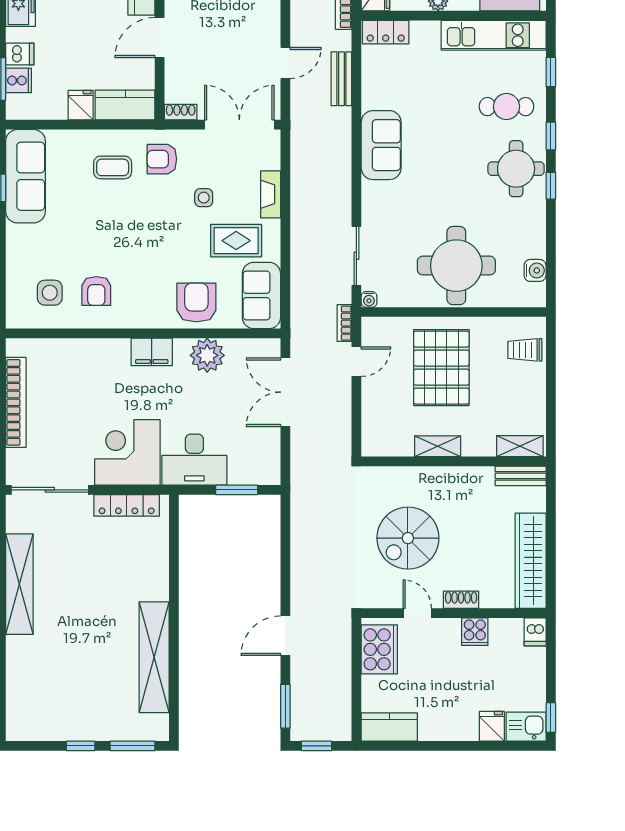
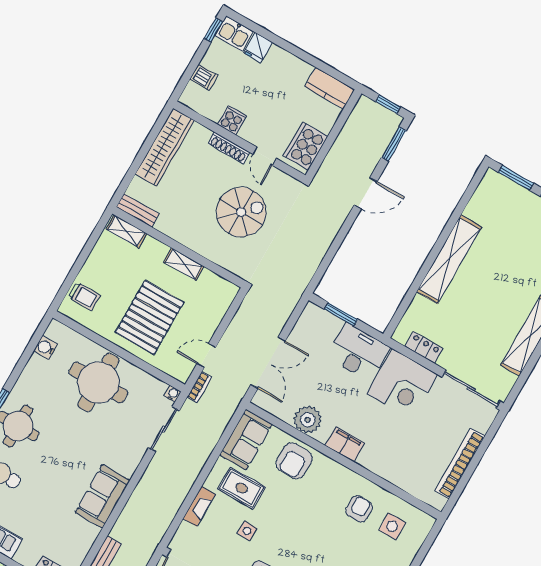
locker: (127, 505) -> (424, 347), width x0.66
shoe rack: (461, 600) -> (229, 148), width x1.43
dishwasher: (535, 632) -> (204, 77), moved, turned 90
shelving: (154, 657) -> (449, 259), moved

